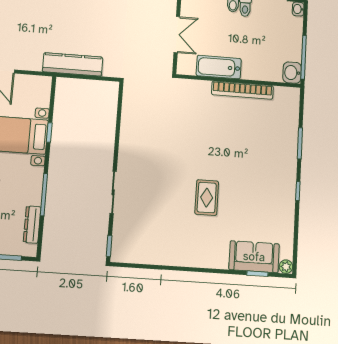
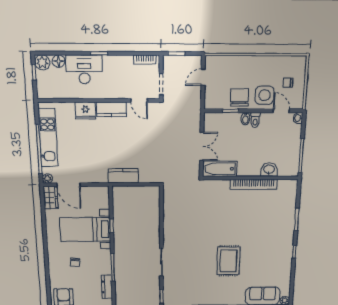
kitchen counter: (73, 64) -> (123, 176), width x0.67
bathtub: (219, 67) -> (220, 169), moved
washbasin: (292, 73) -> (269, 170), moved, turned 90
rug: (207, 198) -> (228, 261), width x1.36, depth x1.43

